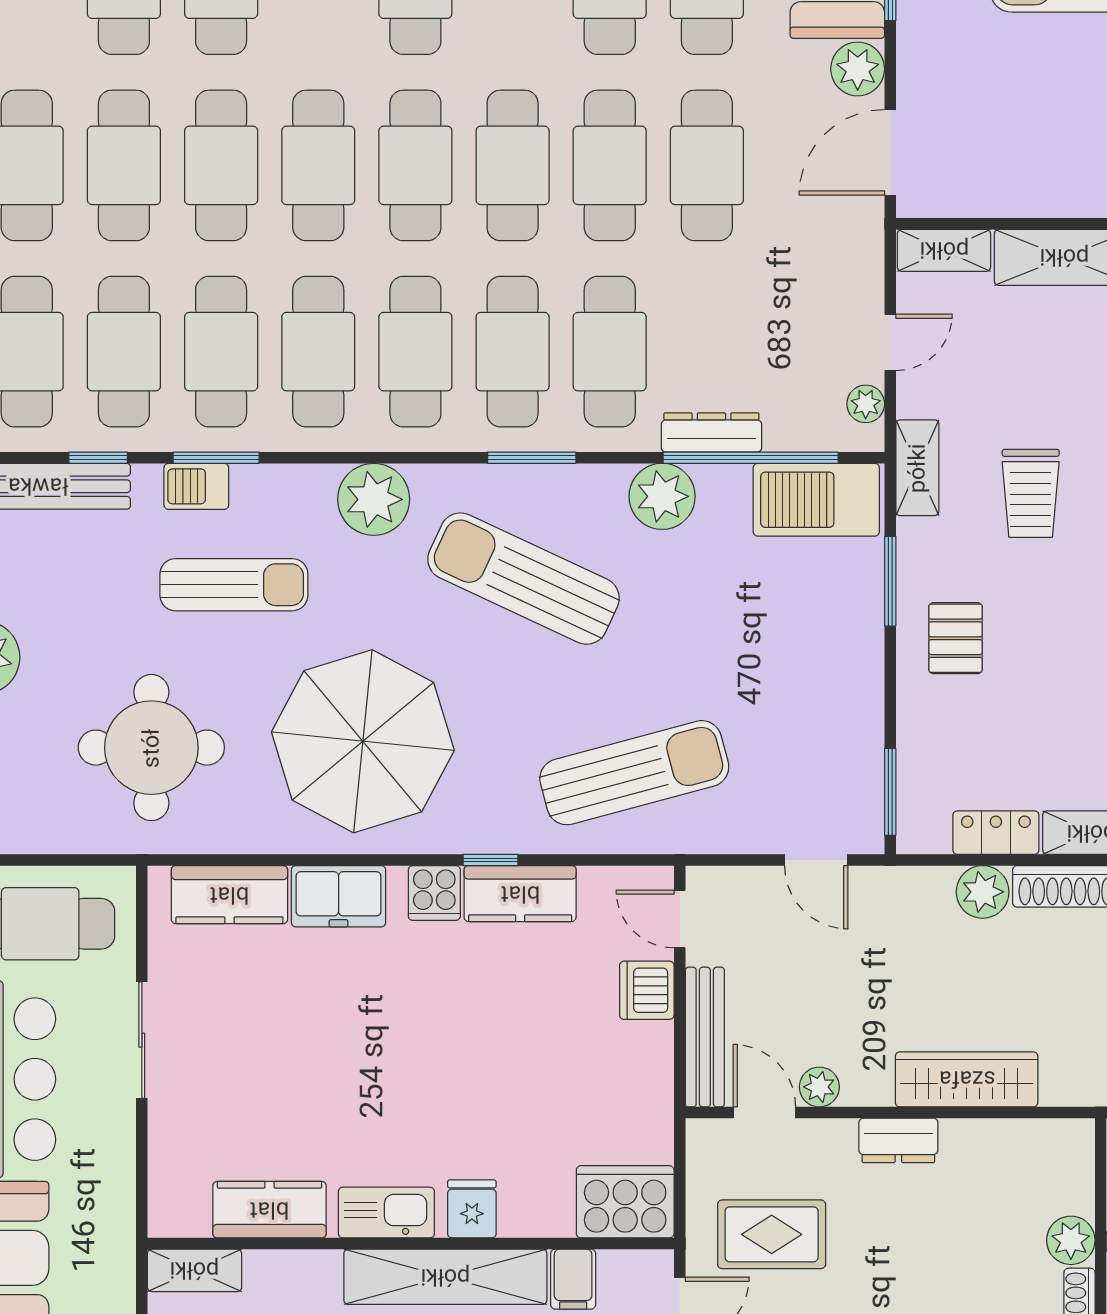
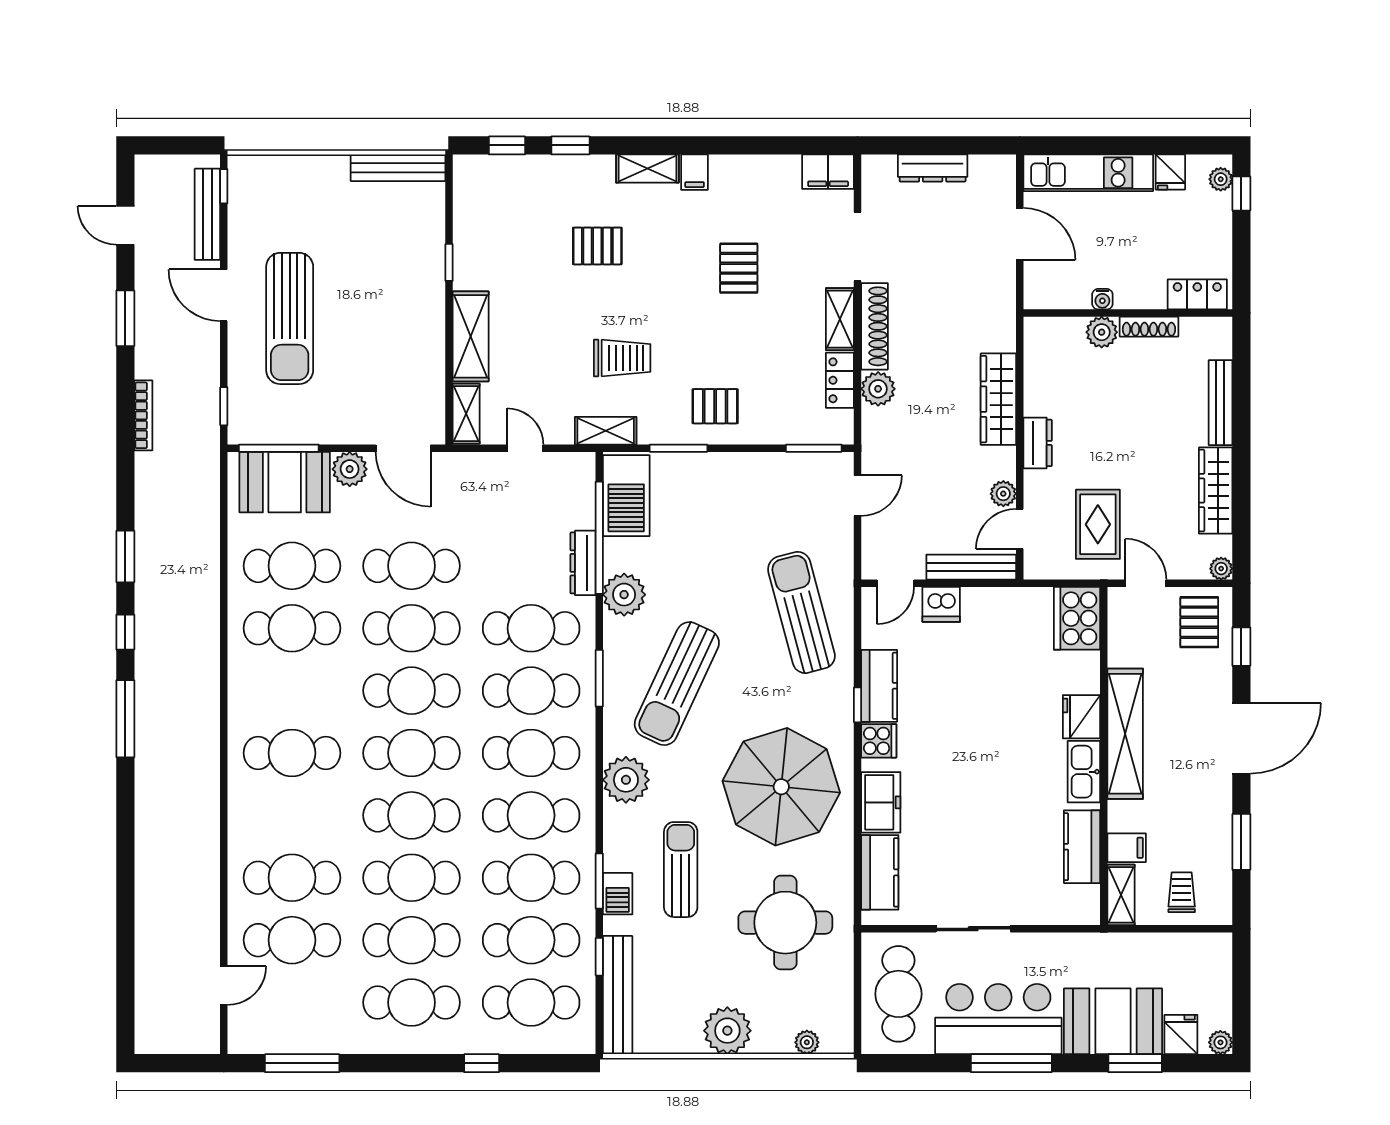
plant: (866, 404) -> (565, 464), removed
fridge: (472, 1209) -> (1082, 717), width x1.38
filing cabinet: (573, 1279) -> (1127, 848), moved

